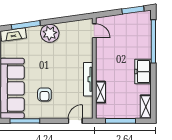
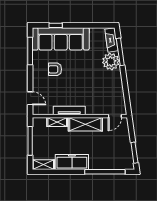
plant: (50, 33) -> (111, 62), moved
shelving: (103, 62) -> (85, 124), added
freezer: (143, 72) -> (72, 162), width x1.40

